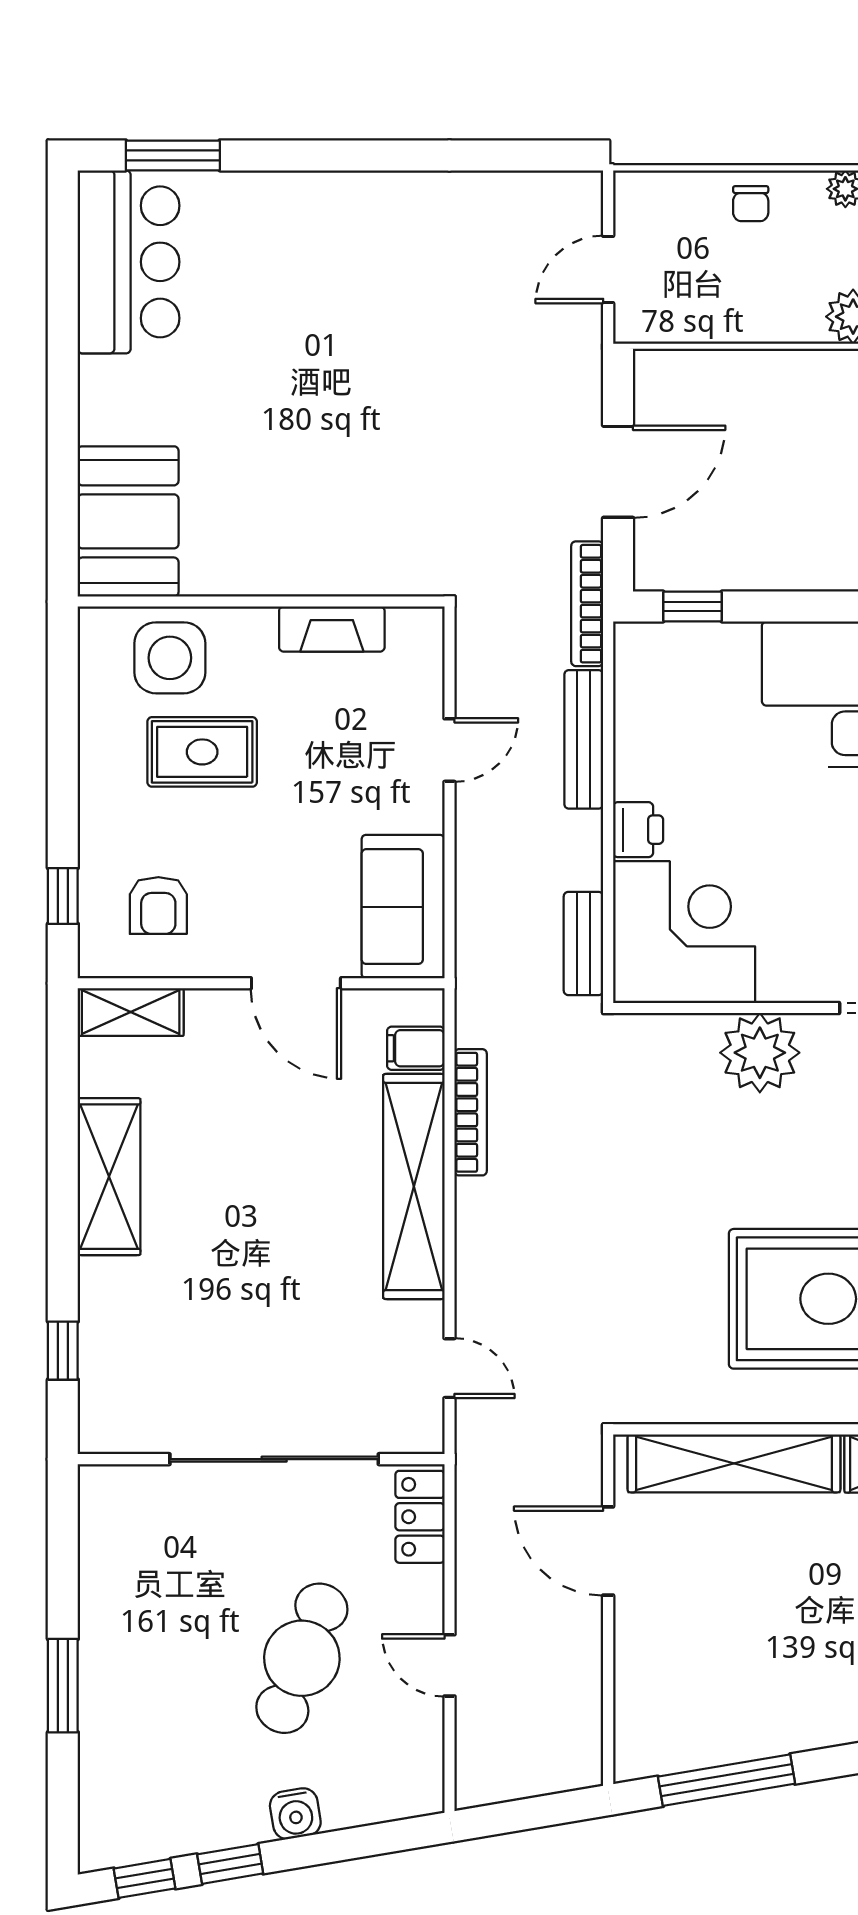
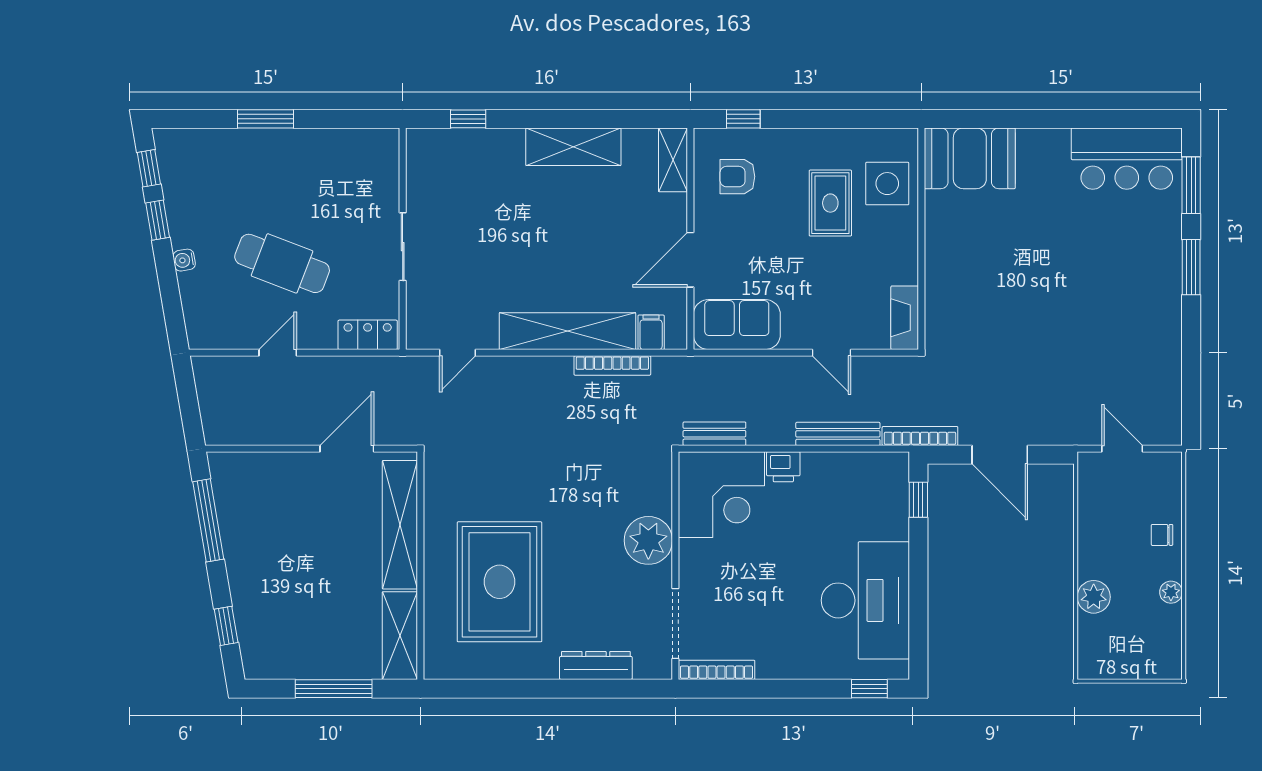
window: (308, 155) -> (1191, 267), added
fireplace: (332, 629) -> (905, 318), moved
sliding door: (274, 1459) -> (403, 247), width x0.54
water cooler: (295, 1814) -> (184, 260), width x0.72, depth x0.72

